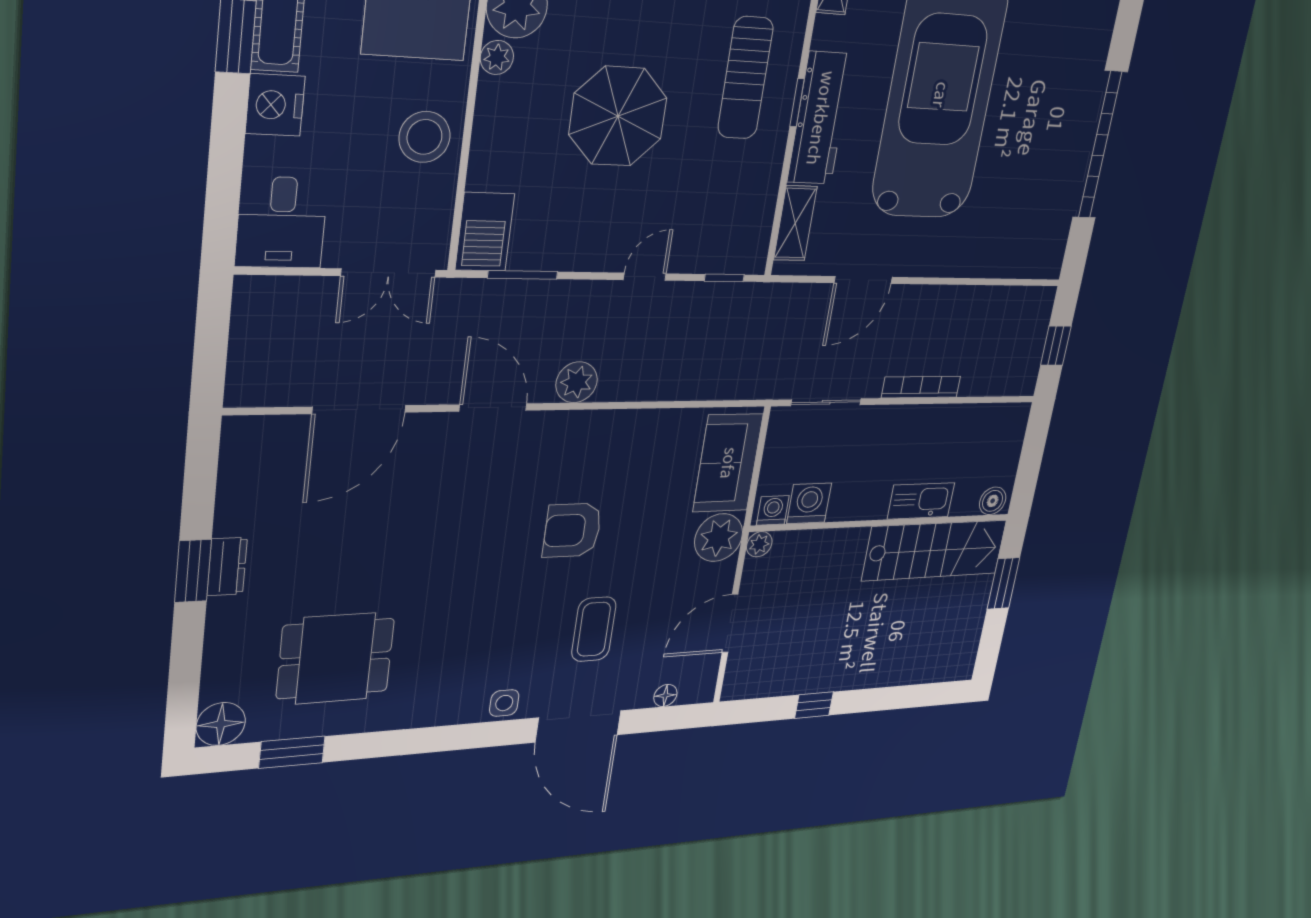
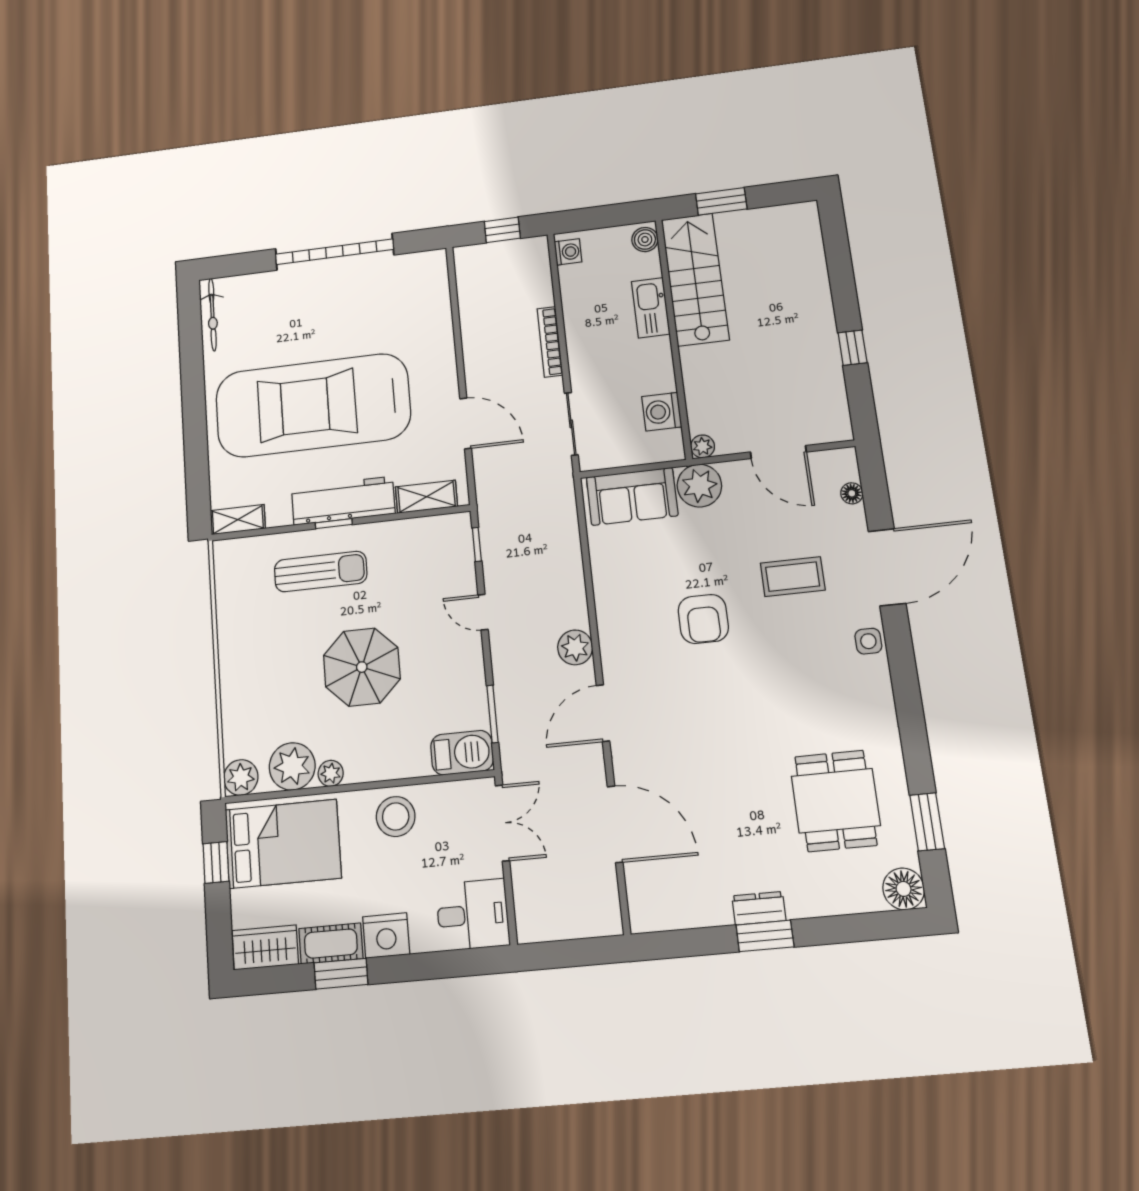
washing machine: (773, 510) -> (568, 252), moved, turned 180

